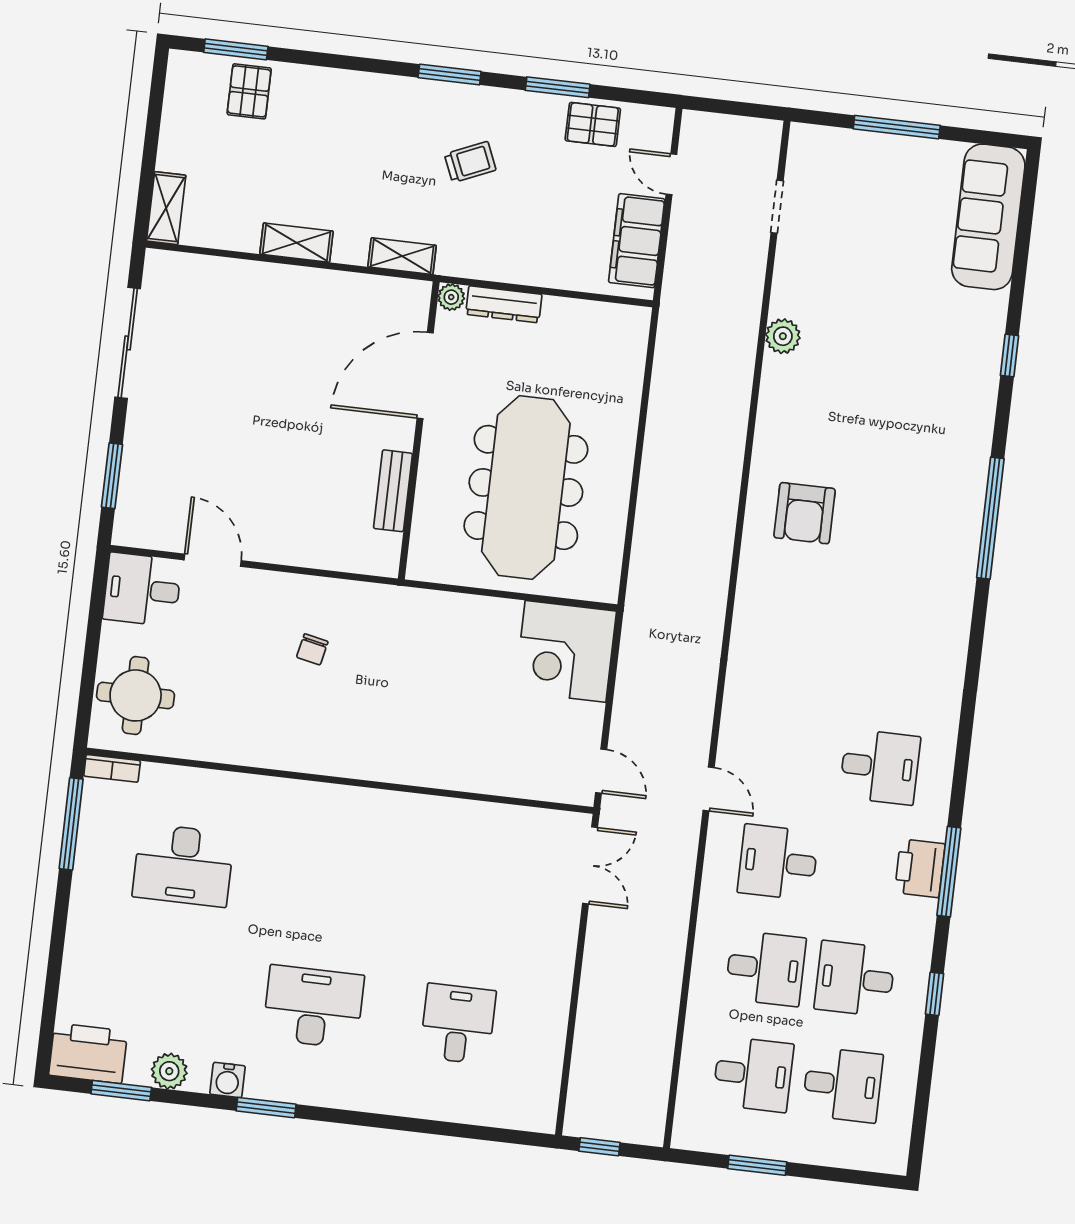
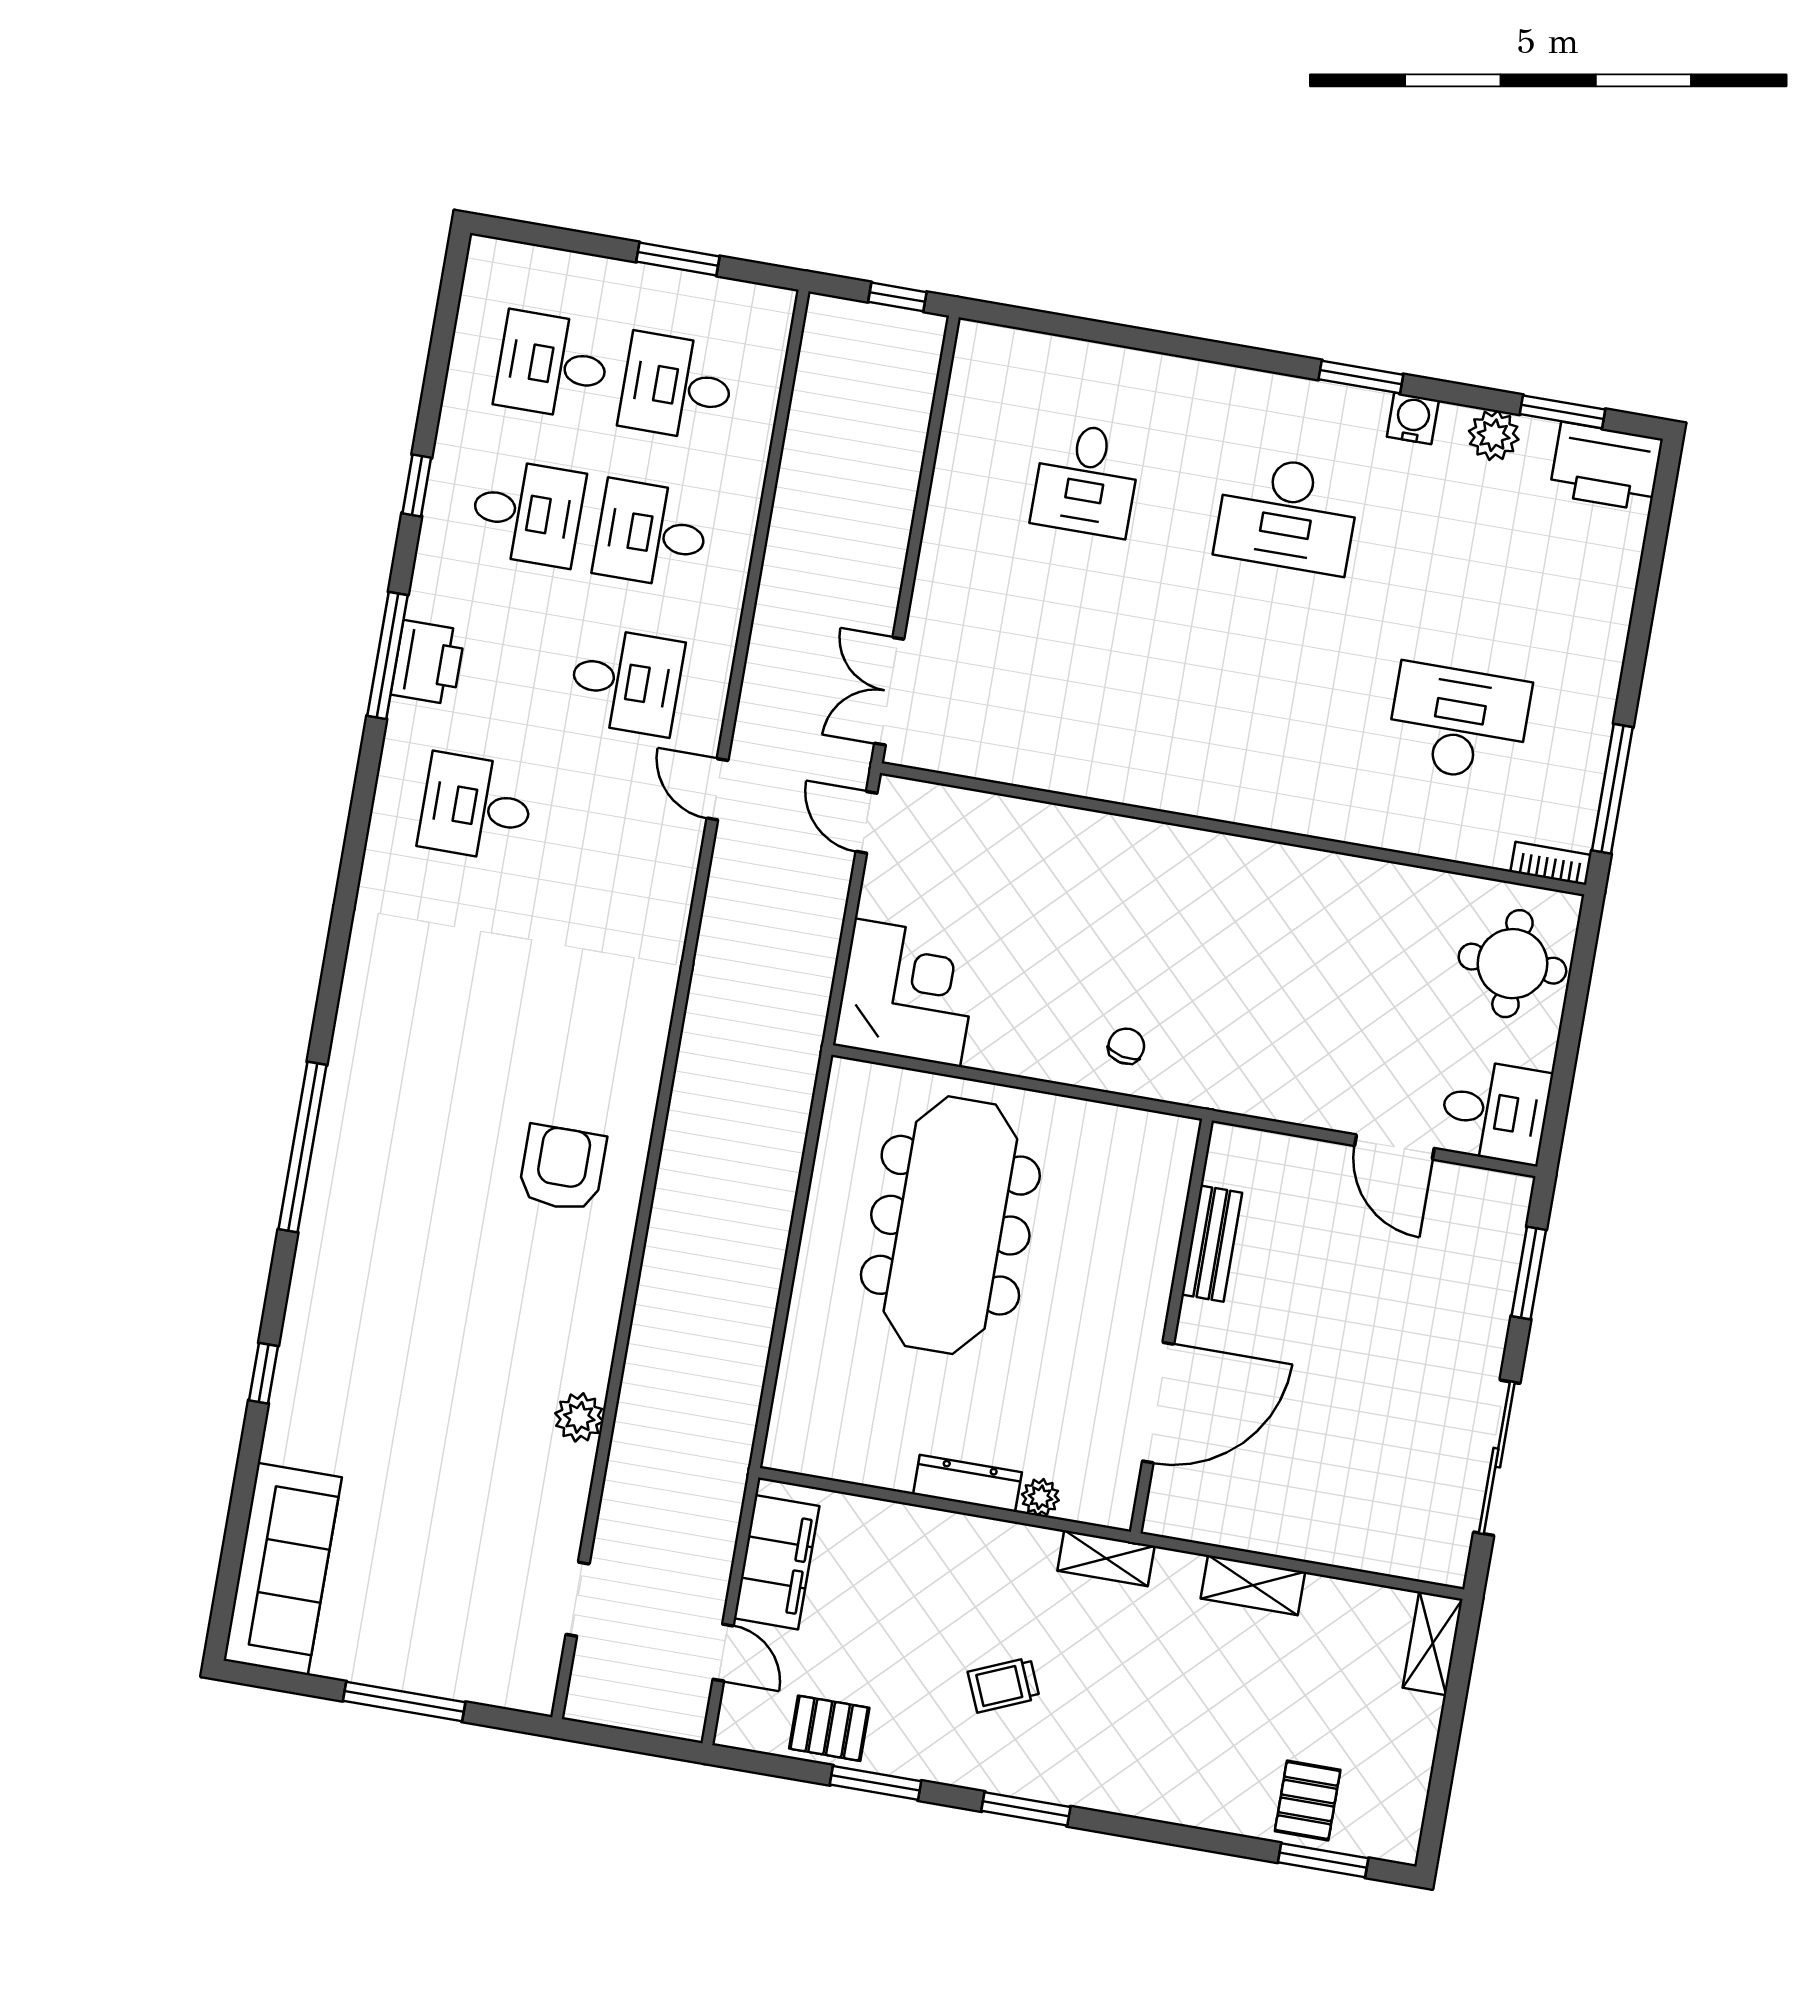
door: (425, 375) -> (1158, 1403), moved
wall: (419, 430) -> (1171, 1326), moved
bench: (393, 491) -> (1212, 1244), moved
chair: (312, 649) -> (1126, 1046), moved

